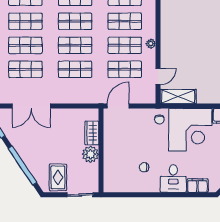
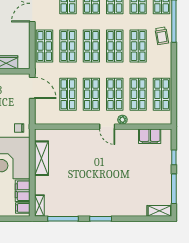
plant: (151, 44) -> (122, 120), moved
door: (158, 76) -> (107, 127), moved
shop shelf: (75, 93) -> (45, 46), added
shelving: (178, 97) -> (41, 158), moved

